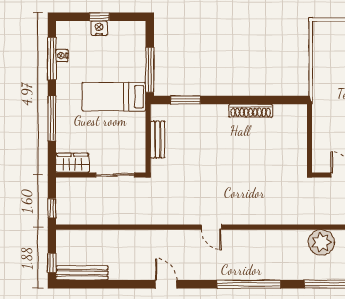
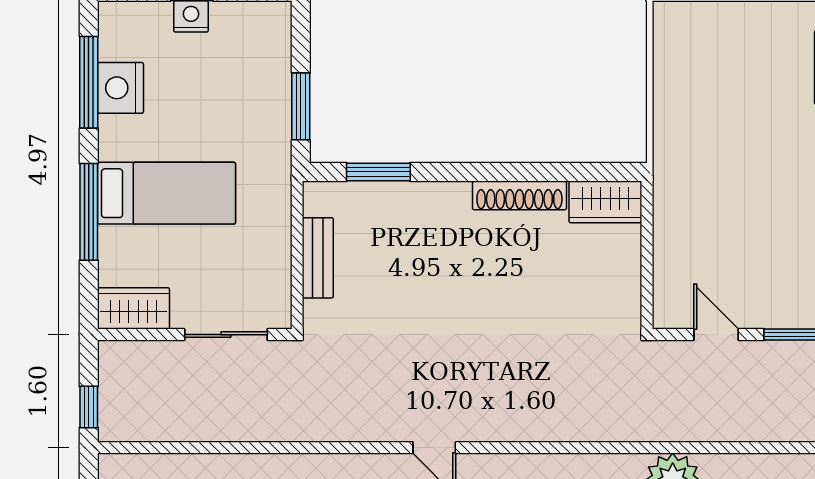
nightstand: (62, 56) -> (120, 88), width x1.89, depth x1.79
window: (150, 70) -> (301, 106), width x0.69
bed: (114, 97) -> (166, 193), moved, turned 180
wardrobe: (290, 114) -> (605, 202), added

